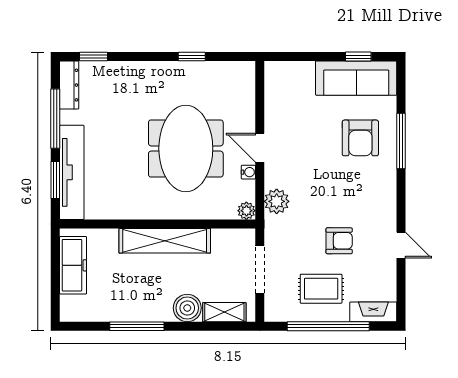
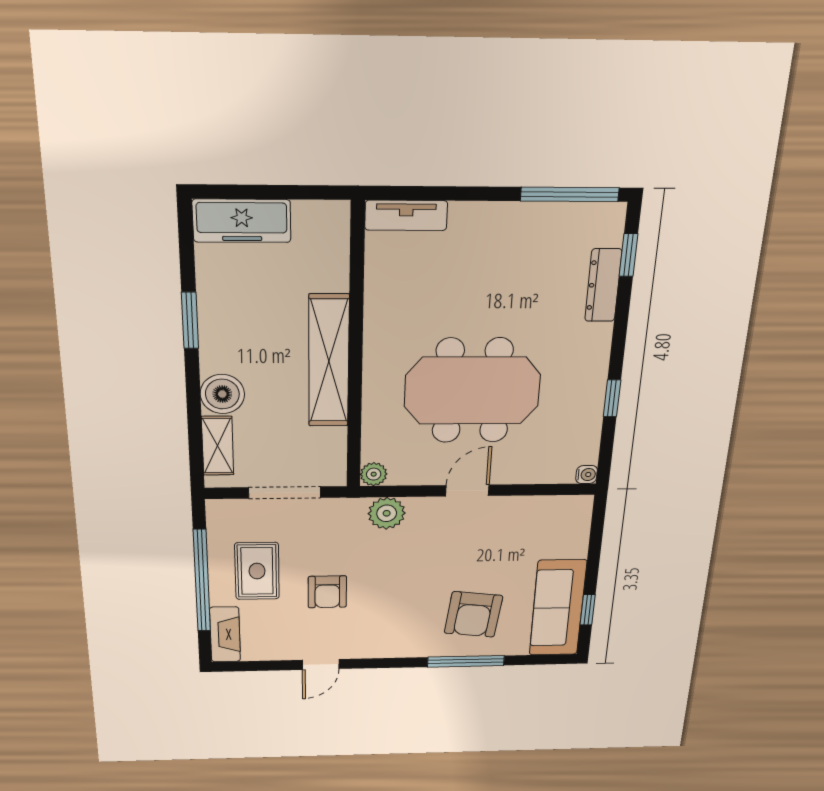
dresser: (69, 85) -> (603, 285), moved, turned 90
window: (55, 119) -> (570, 194), moved
armchair: (360, 138) -> (473, 614), turned -83
tv unit: (72, 172) -> (406, 215), width x0.52, depth x0.78
water cooler: (248, 172) -> (587, 475), moved, turned -90
window: (55, 180) -> (432, 193), removed
freezer: (73, 265) -> (242, 221), moved
window: (137, 326) -> (190, 320), width x0.69

